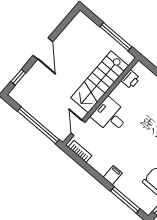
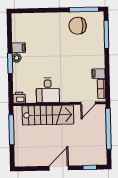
printer: (131, 79) -> (19, 98), moved
desk: (110, 116) -> (48, 90), moved
filing cabinet: (113, 175) -> (98, 74), moved

